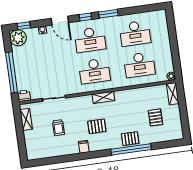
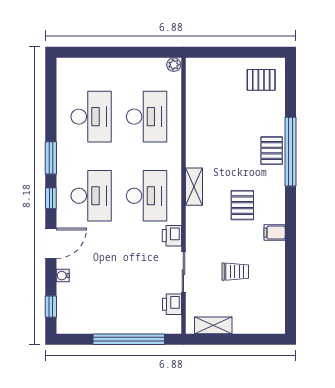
plant: (18, 38) -> (71, 320), removed
printer: (74, 89) -> (172, 236), added
shelving: (173, 94) -> (204, 66), removed
printer: (24, 96) -> (172, 304), moved
pallet: (155, 117) -> (261, 80), moved

